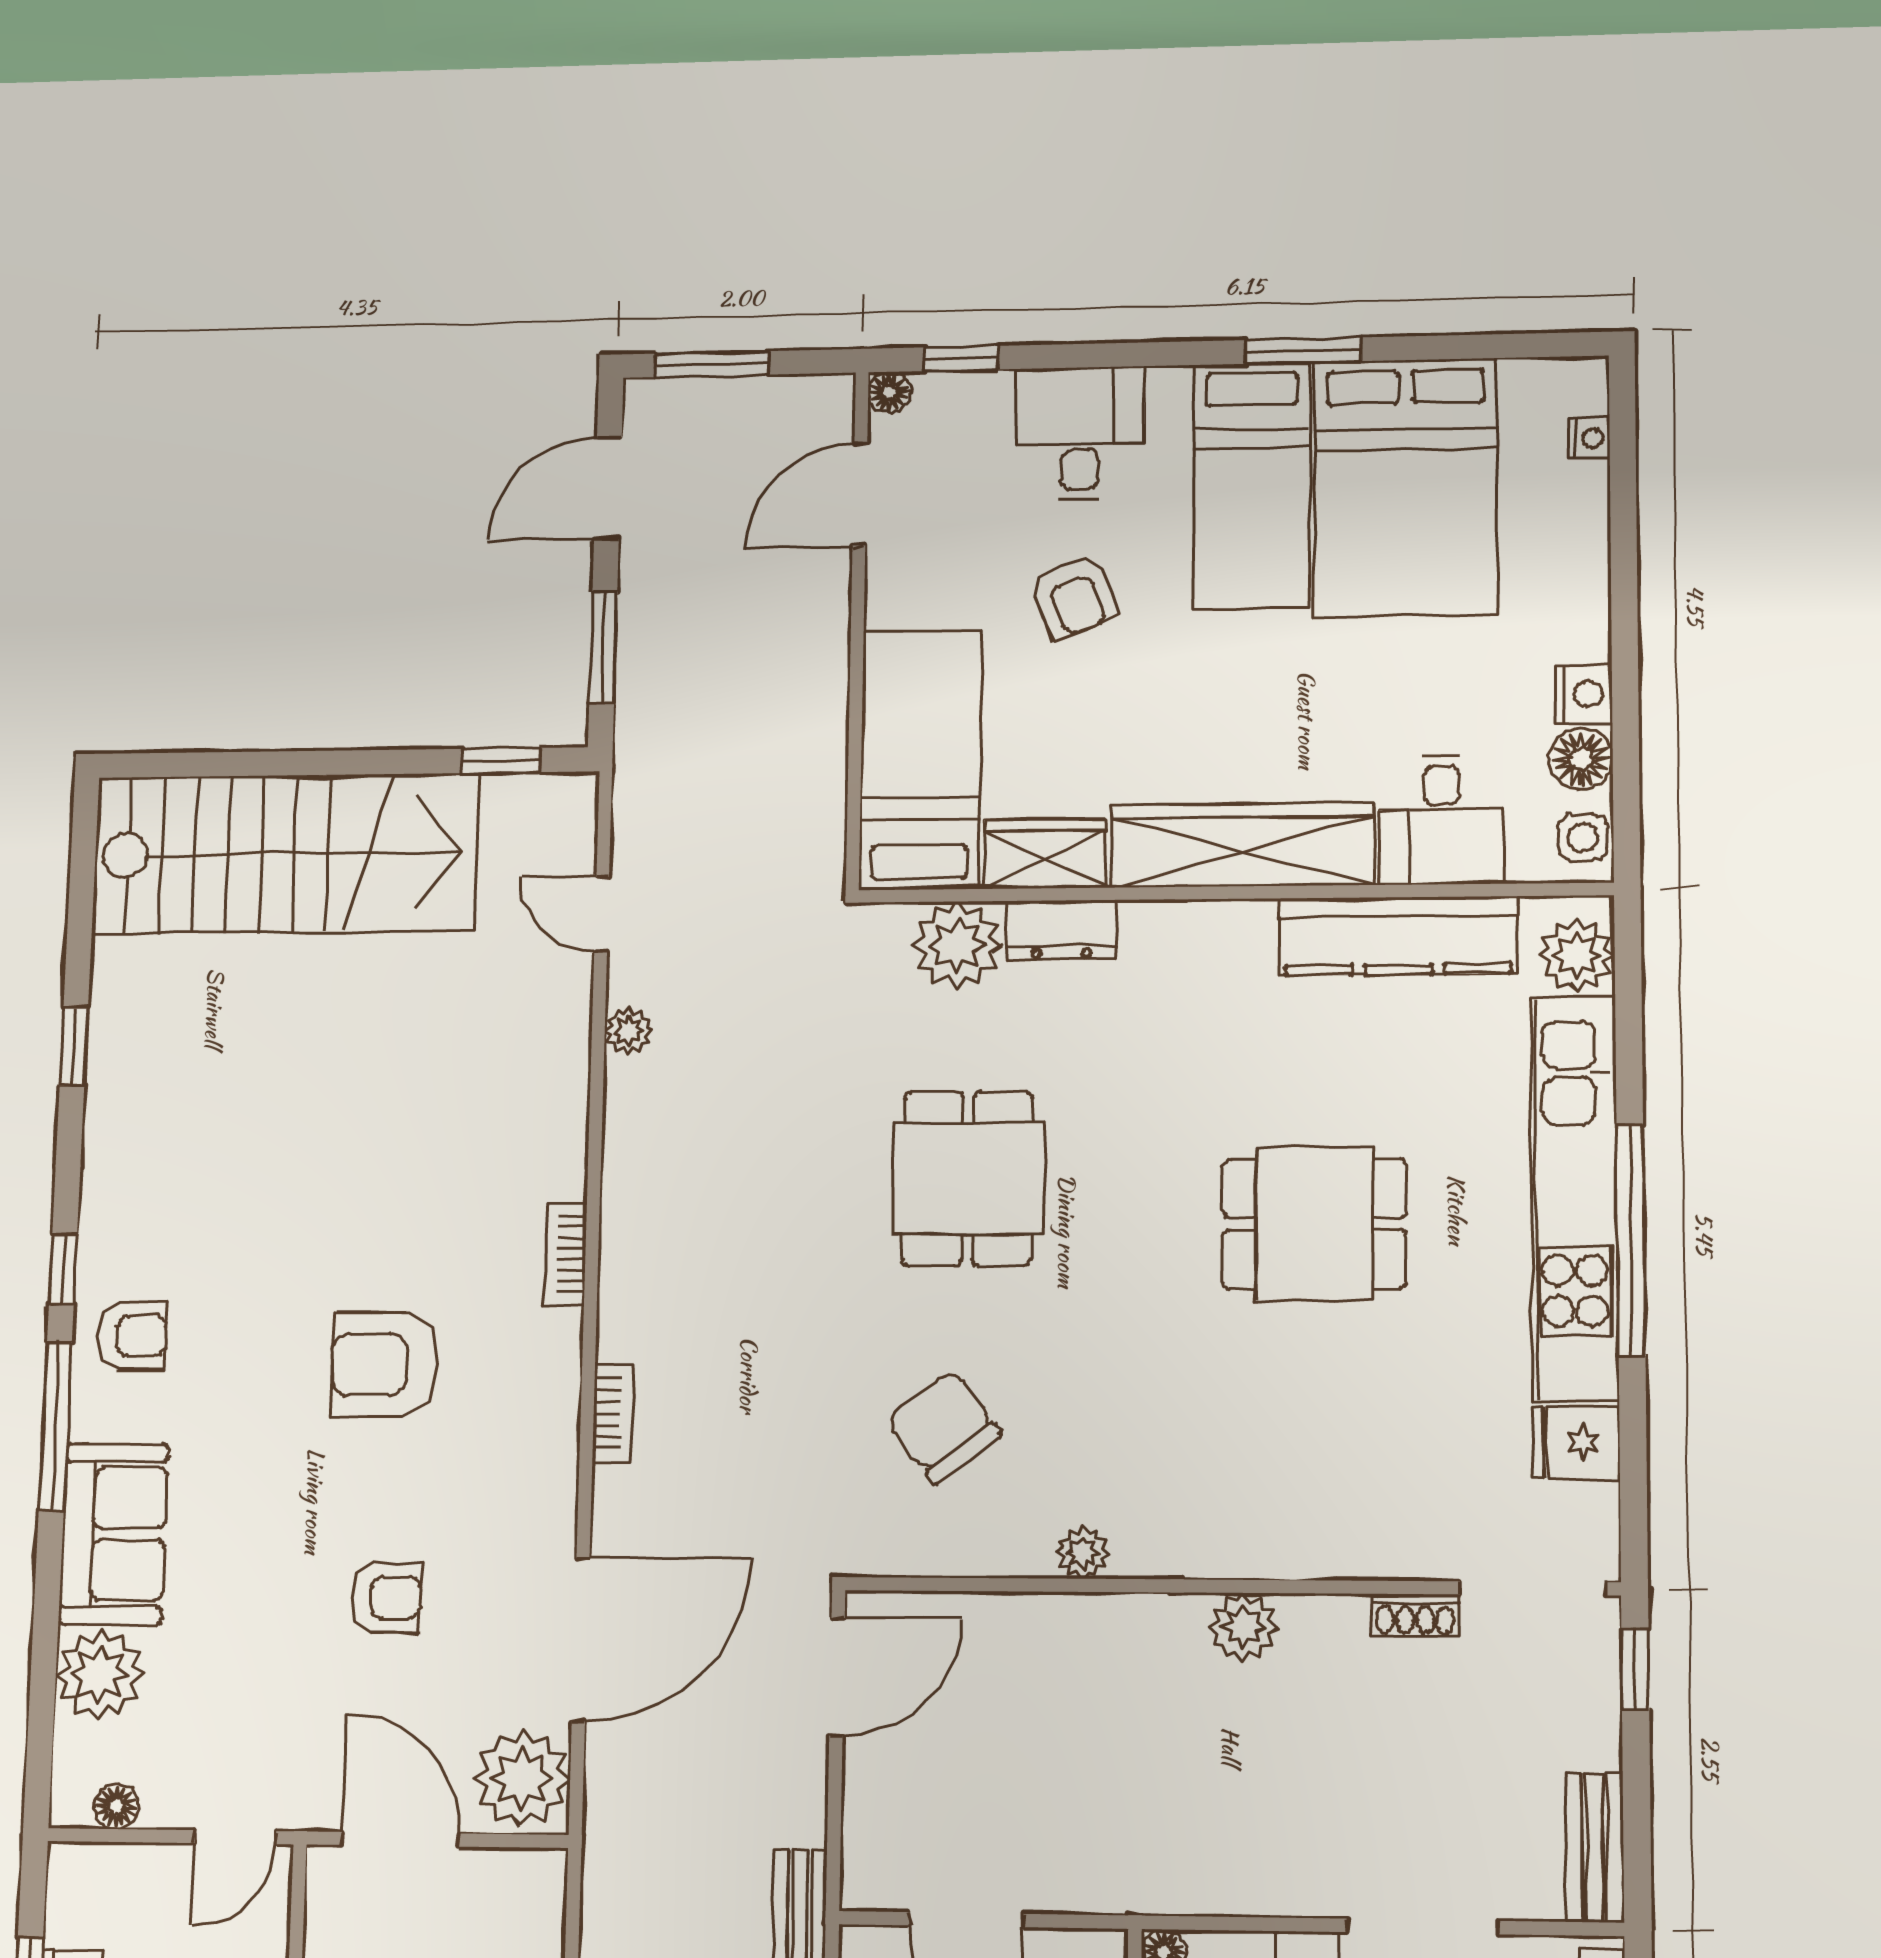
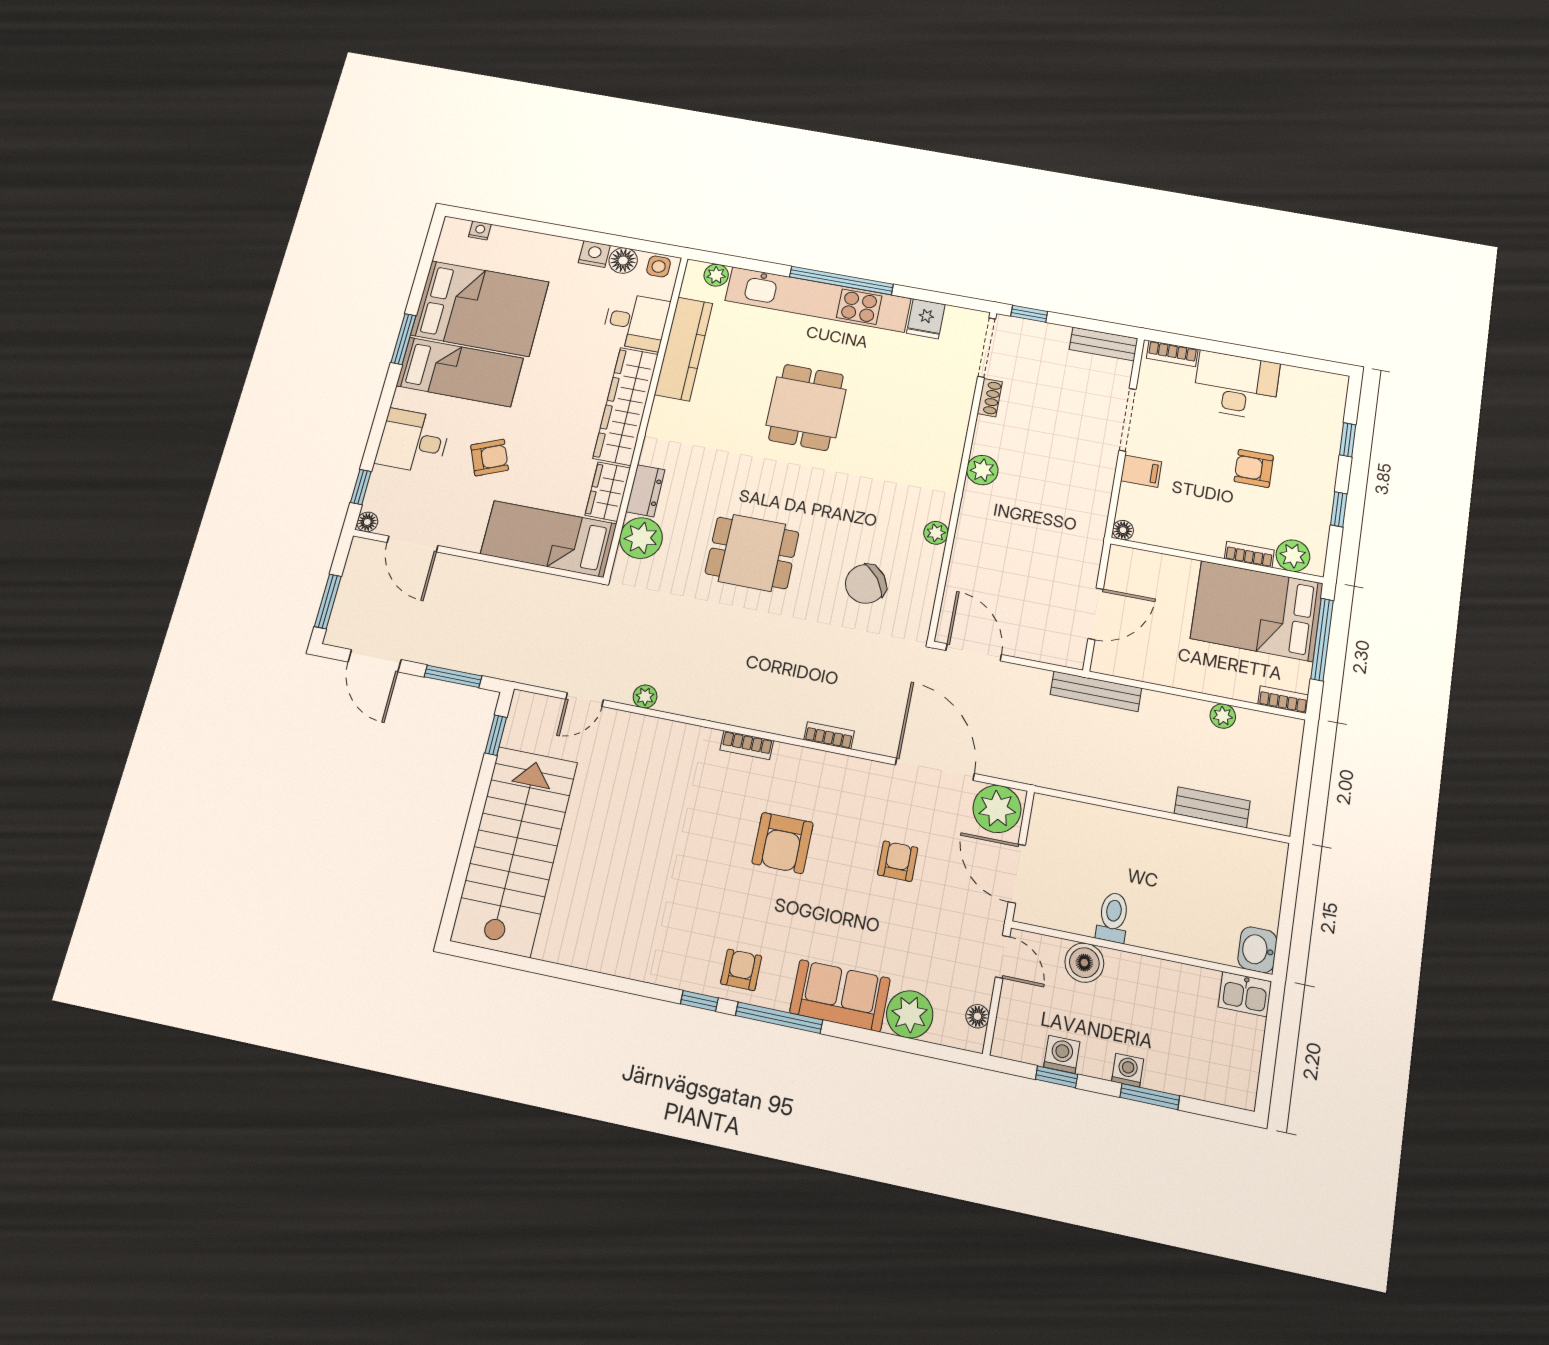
plant: (1577, 956) -> (716, 275), width x0.73, depth x0.73
window: (74, 1046) -> (586, 977), removed
door: (400, 1839) -> (1017, 874), hinge flipped

